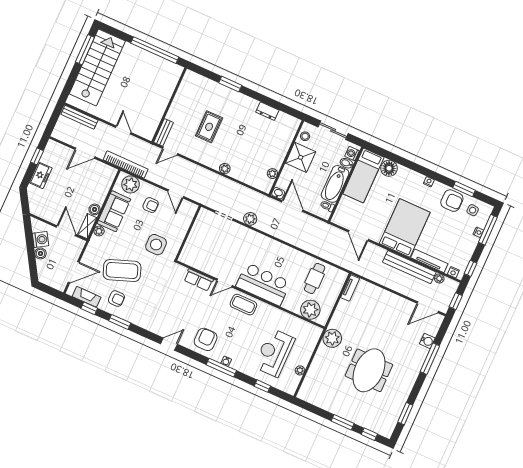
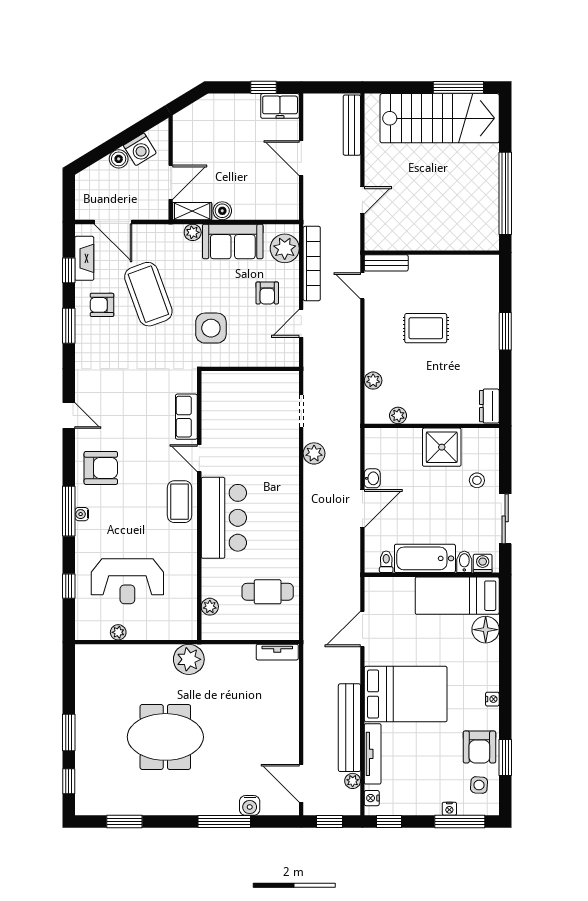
shower: (301, 157) -> (442, 447), moved
wall: (286, 158) -> (432, 426), moved
bookcase: (126, 164) -> (312, 263), moved
plant: (272, 174) -> (398, 415), moved
freezer: (41, 175) -> (280, 106), moved
armchair: (116, 299) -> (102, 305), turned 90
plant: (310, 310) -> (210, 607), width x0.53, depth x0.53
reception desk: (274, 353) -> (127, 581), turned 180

